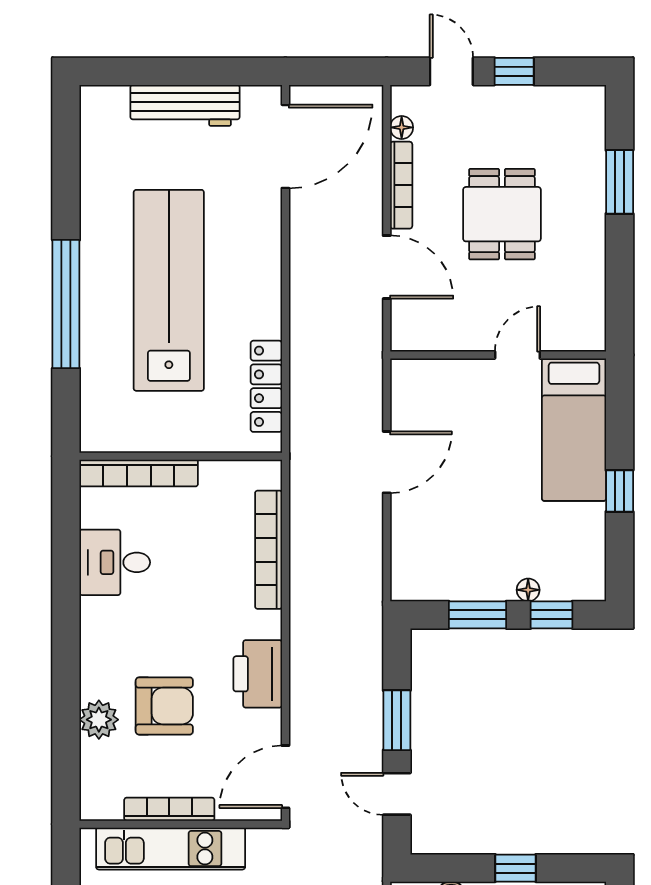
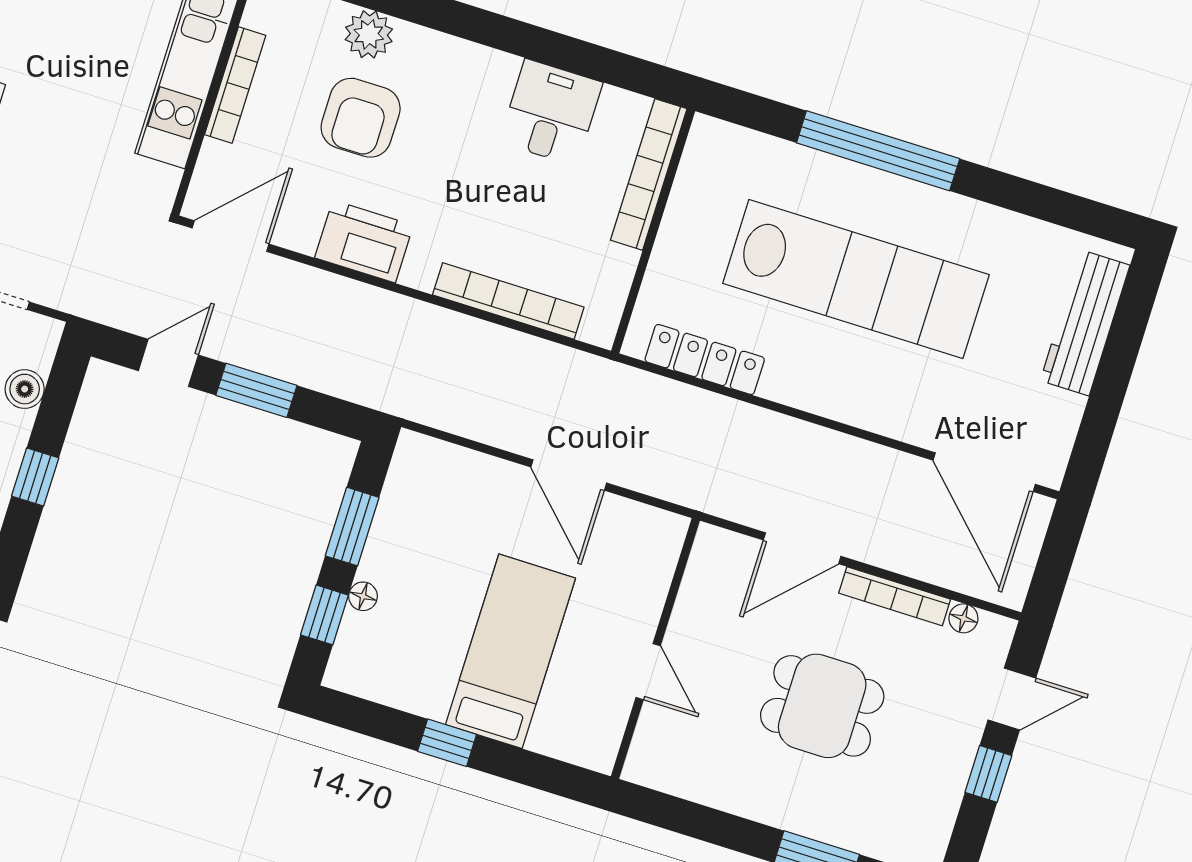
workbench: (185, 105) -> (1085, 323), moved
bed: (574, 430) -> (510, 651), moved, turned 90
door: (285, 777) -> (231, 236), hinge flipped

